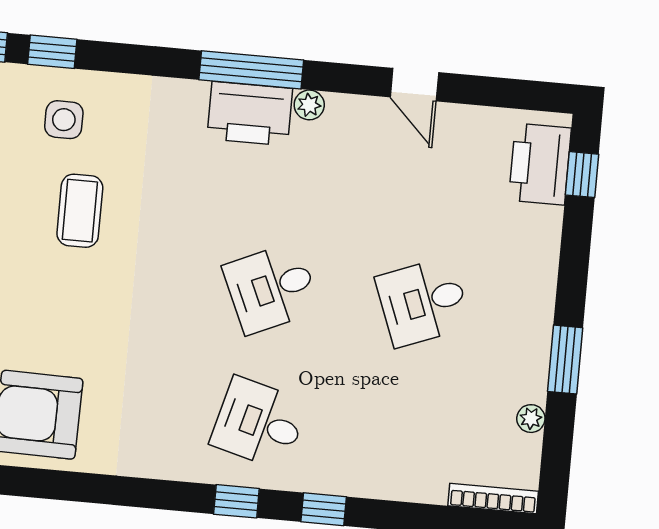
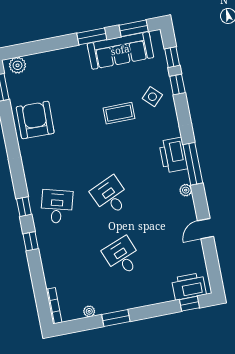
printer: (250, 114) -> (173, 155), moved
side table: (64, 120) -> (152, 97), turned 45

